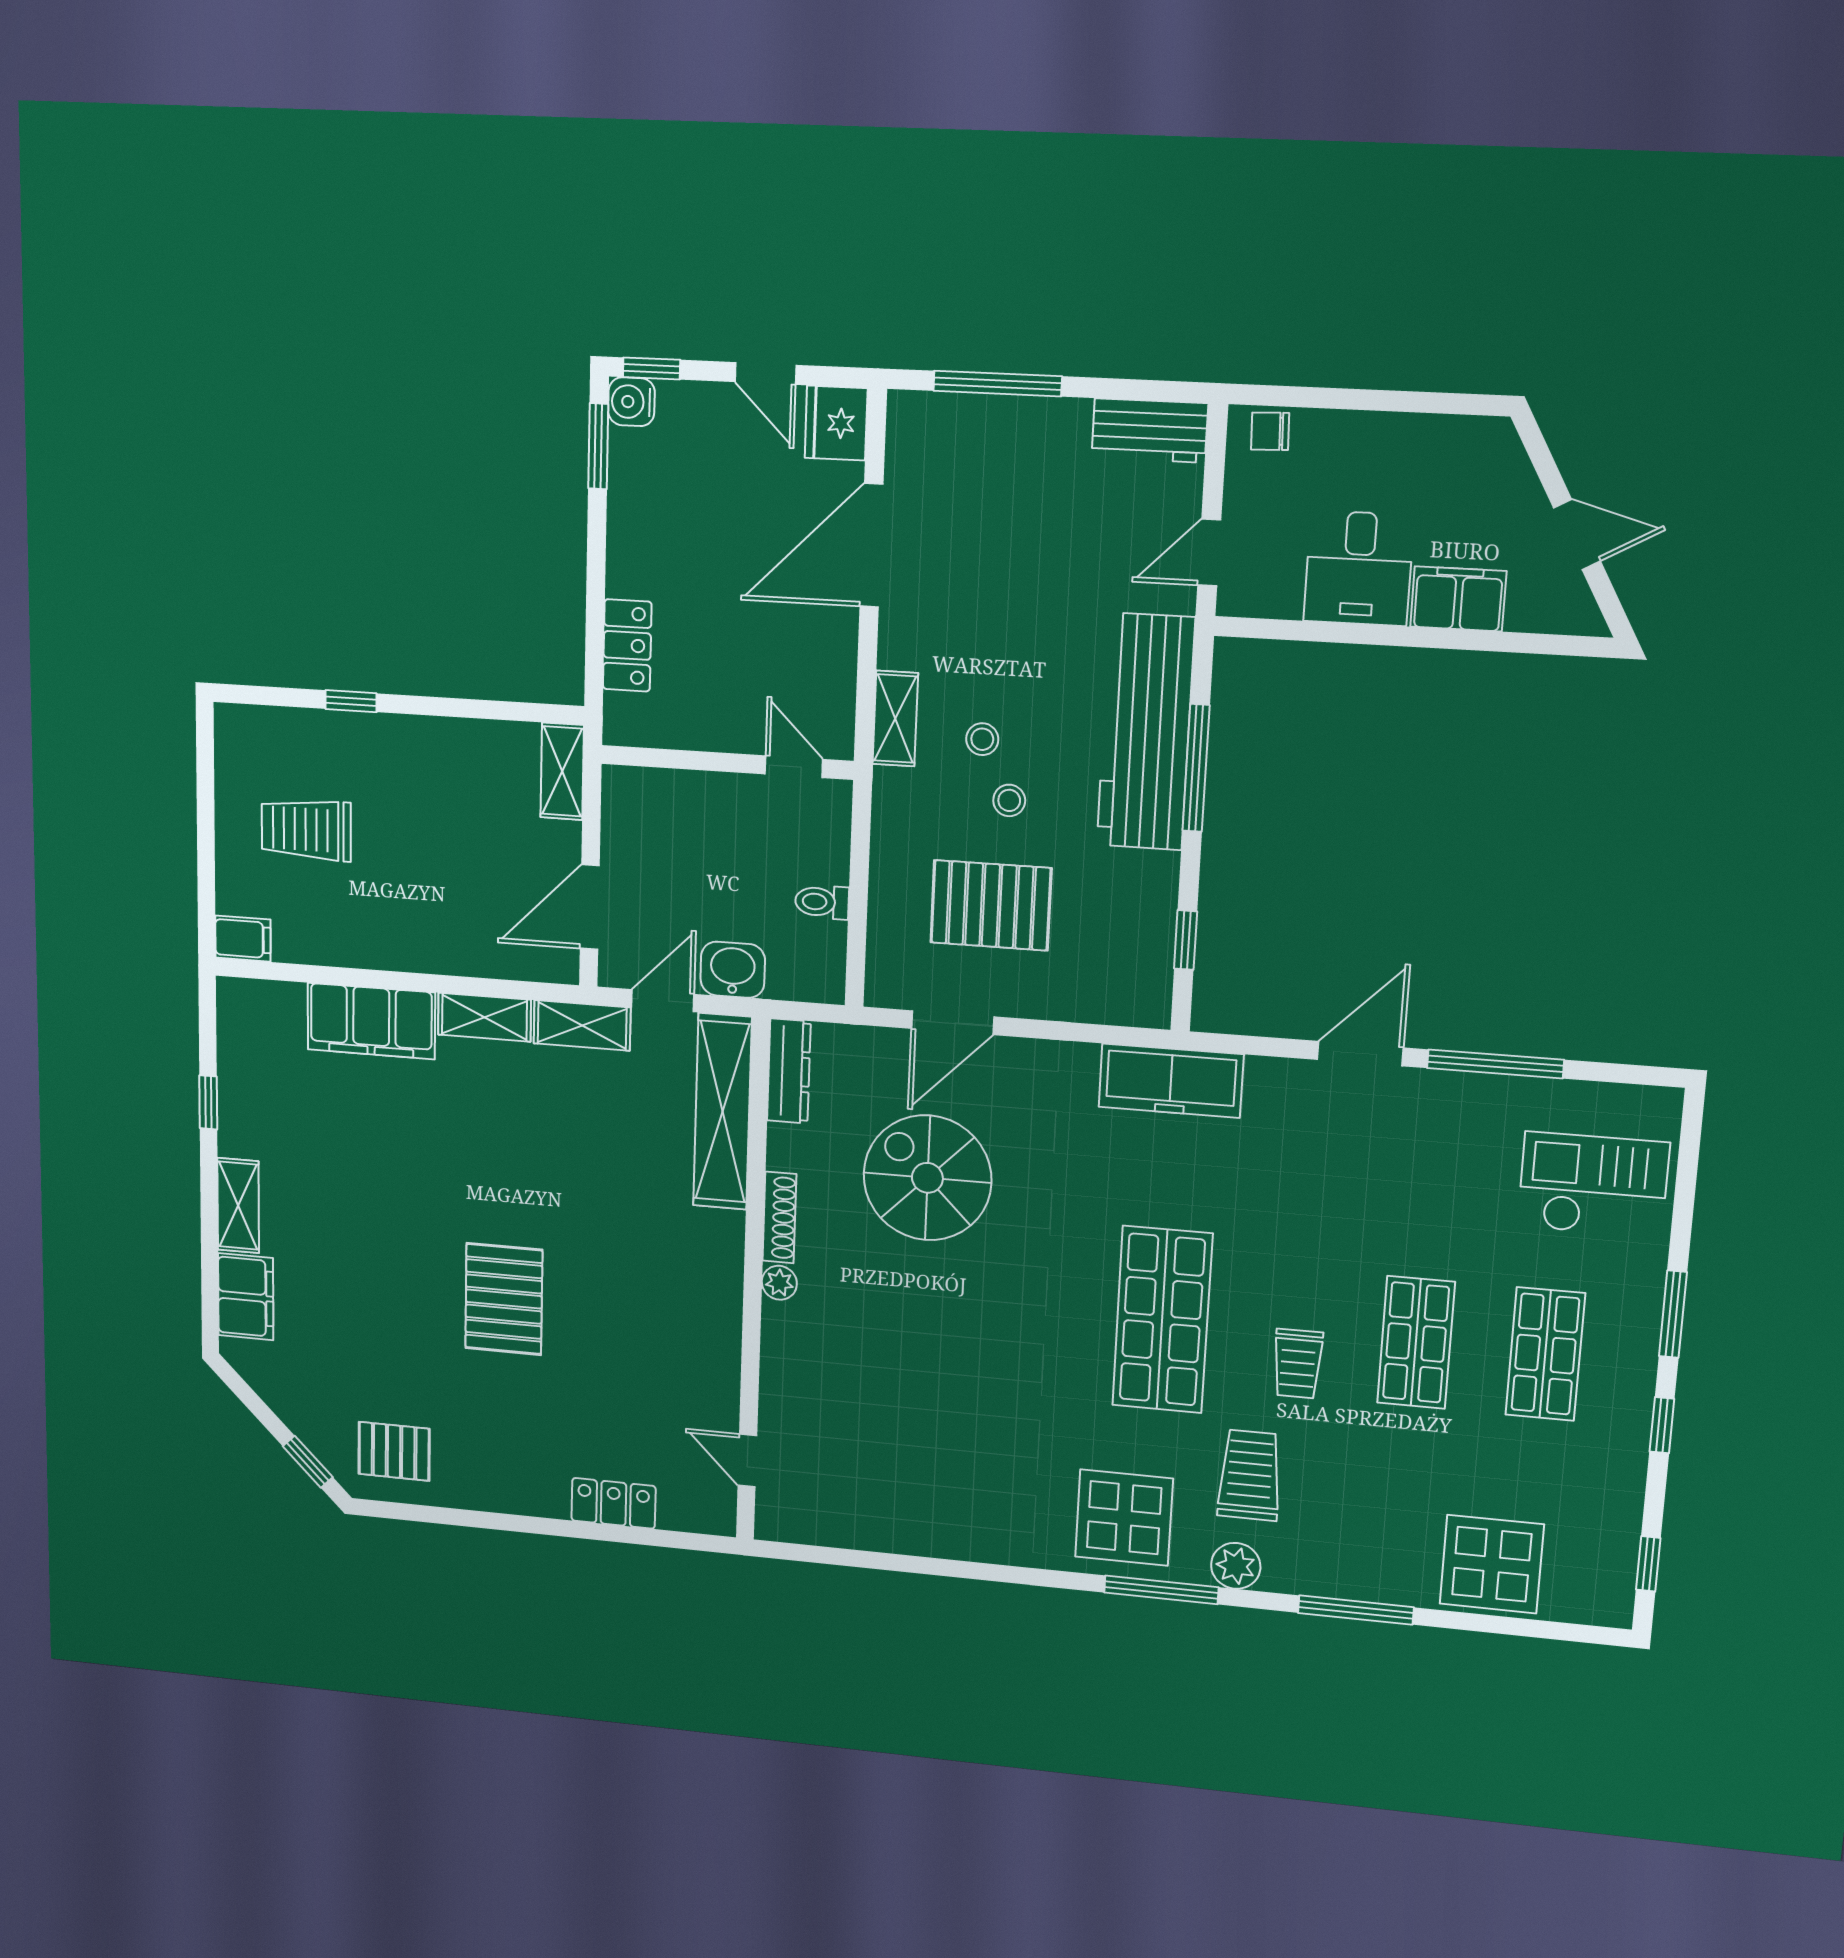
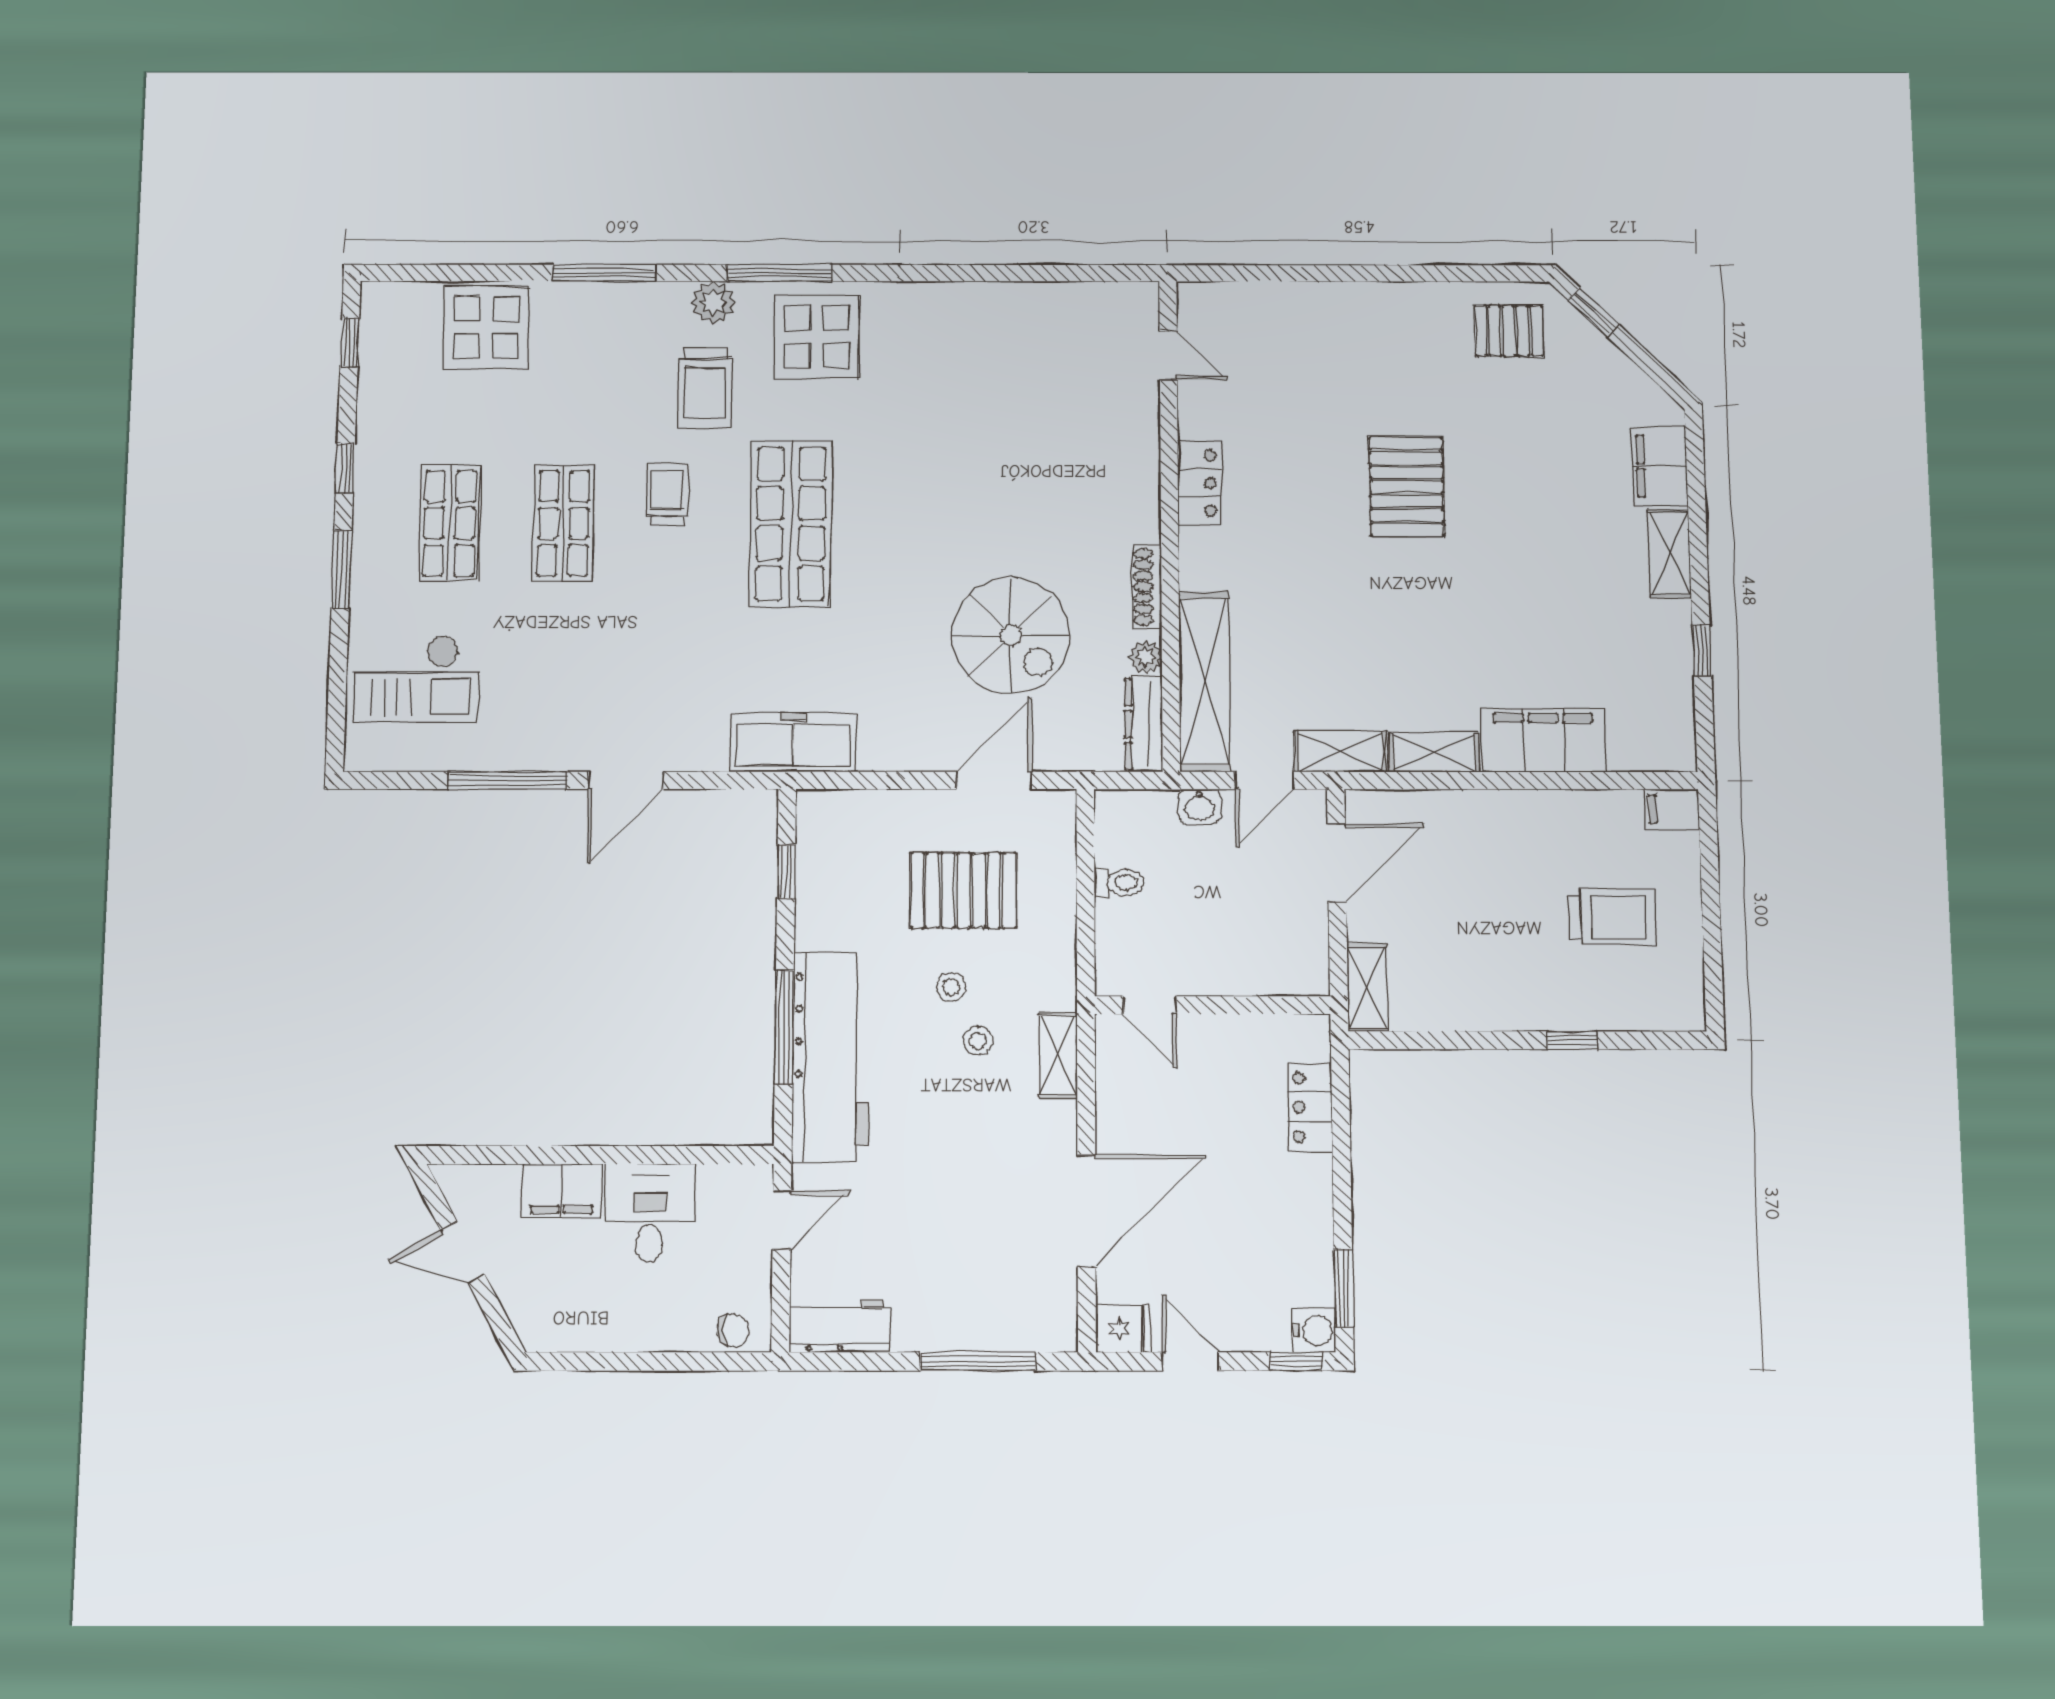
fridge: (836, 423) -> (1123, 1329), width x0.72
washbasin: (733, 970) -> (1200, 806), width x0.72, depth x0.69
plant: (779, 1283) -> (1146, 657), moved
locker: (613, 1503) -> (1199, 483), moved, turned -90

